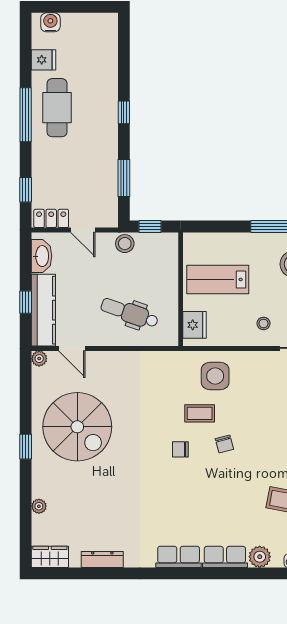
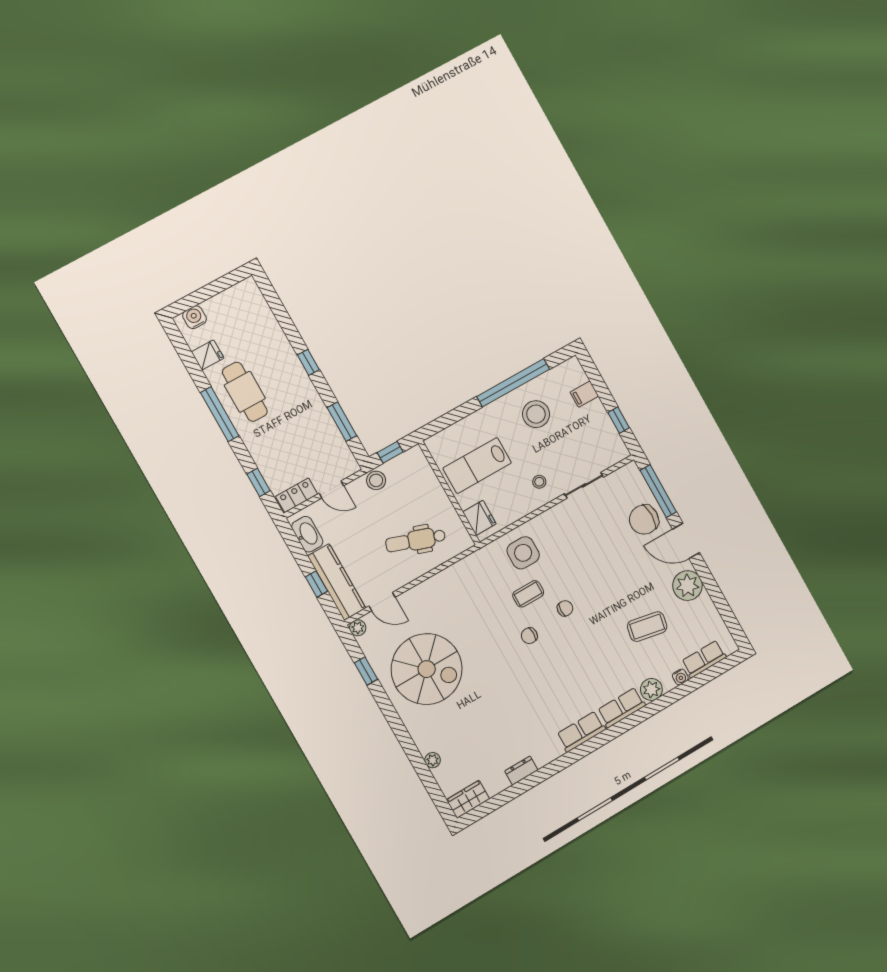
chair: (224, 444) -> (565, 608), turned -75
window: (26, 447) -> (366, 671), moved
dresser: (102, 559) -> (521, 771), width x0.70

